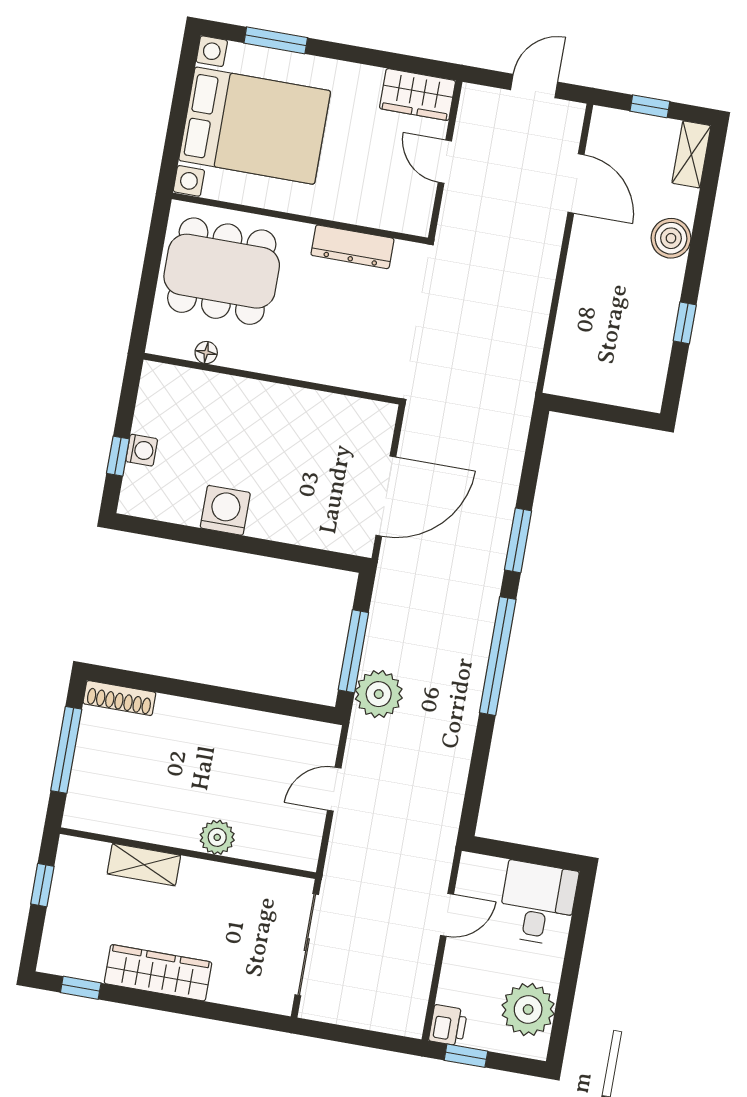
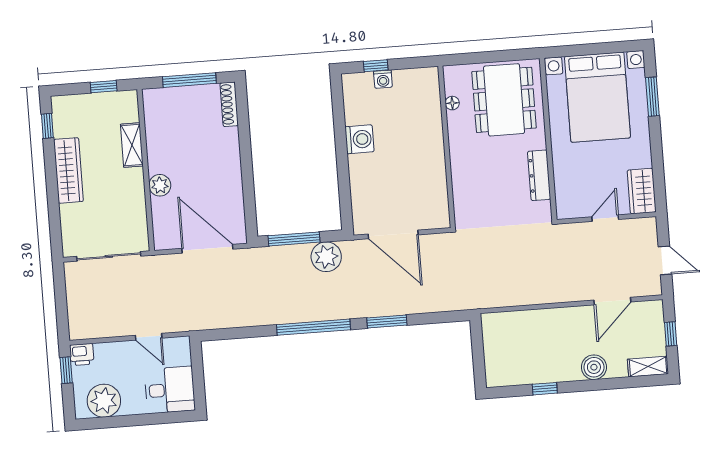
plant: (379, 694) -> (326, 257), moved
door: (334, 789) -> (207, 249), width x1.87

